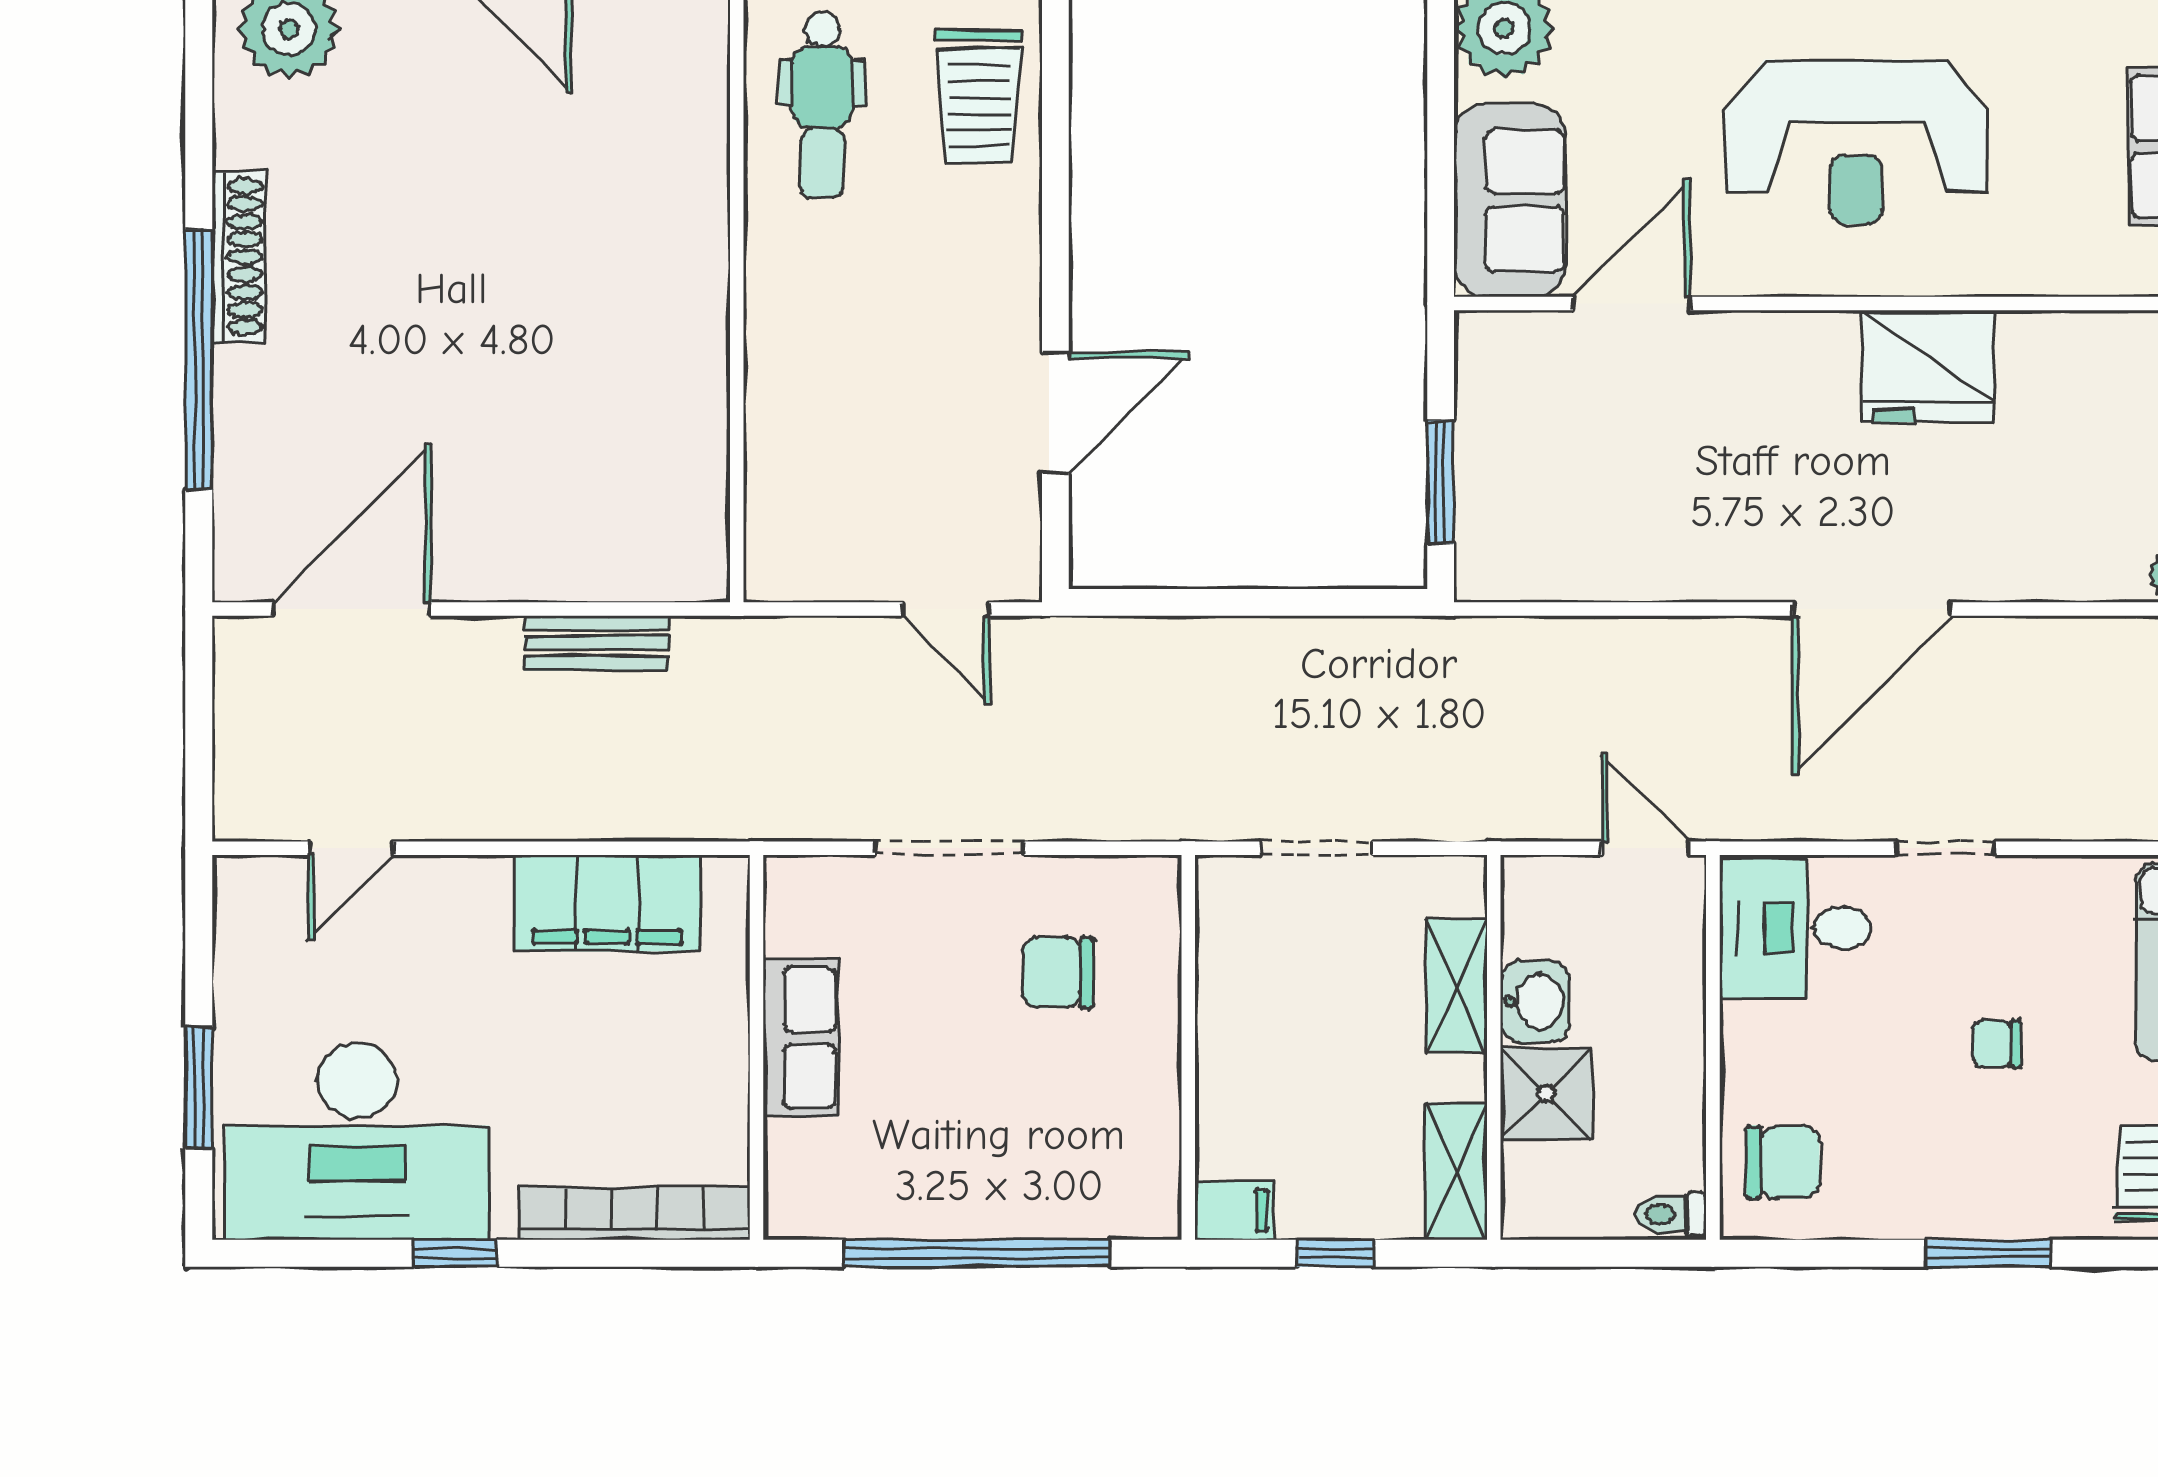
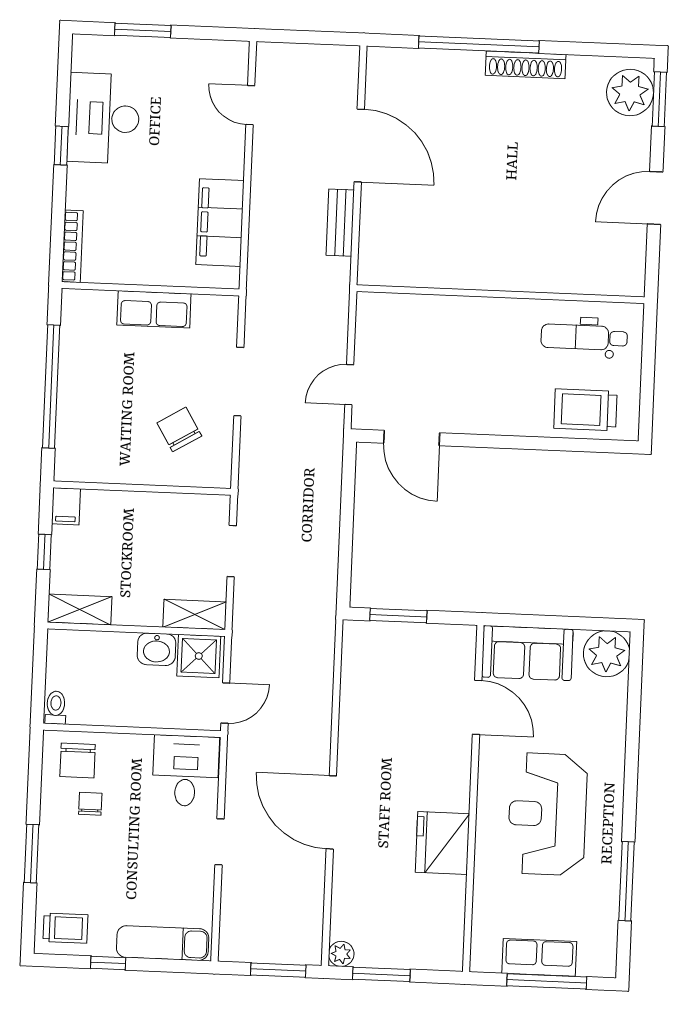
door: (1055, 413) -> (412, 438), moved
door: (352, 609) -> (359, 145), moved
chair: (1058, 972) -> (179, 429), turned -31
shelving: (1457, 986) -> (195, 615), moved
chair: (1997, 1044) -> (90, 804), moved
shower: (1546, 1094) -> (199, 656), moved
desk: (357, 1141) -> (104, 118), width x0.73, depth x0.77
bookcase: (634, 1214) -> (72, 246), width x0.68, depth x0.76

